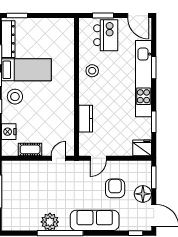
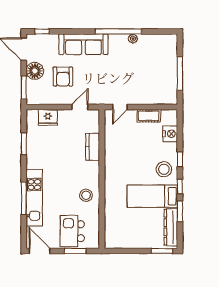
window: (154, 68) -> (24, 198), width x1.44
kitchen unit: (143, 79) -> (34, 198), width x0.73
fridge: (142, 148) -> (48, 117), moved
plant: (50, 222) -> (133, 39), width x0.53, depth x0.53

